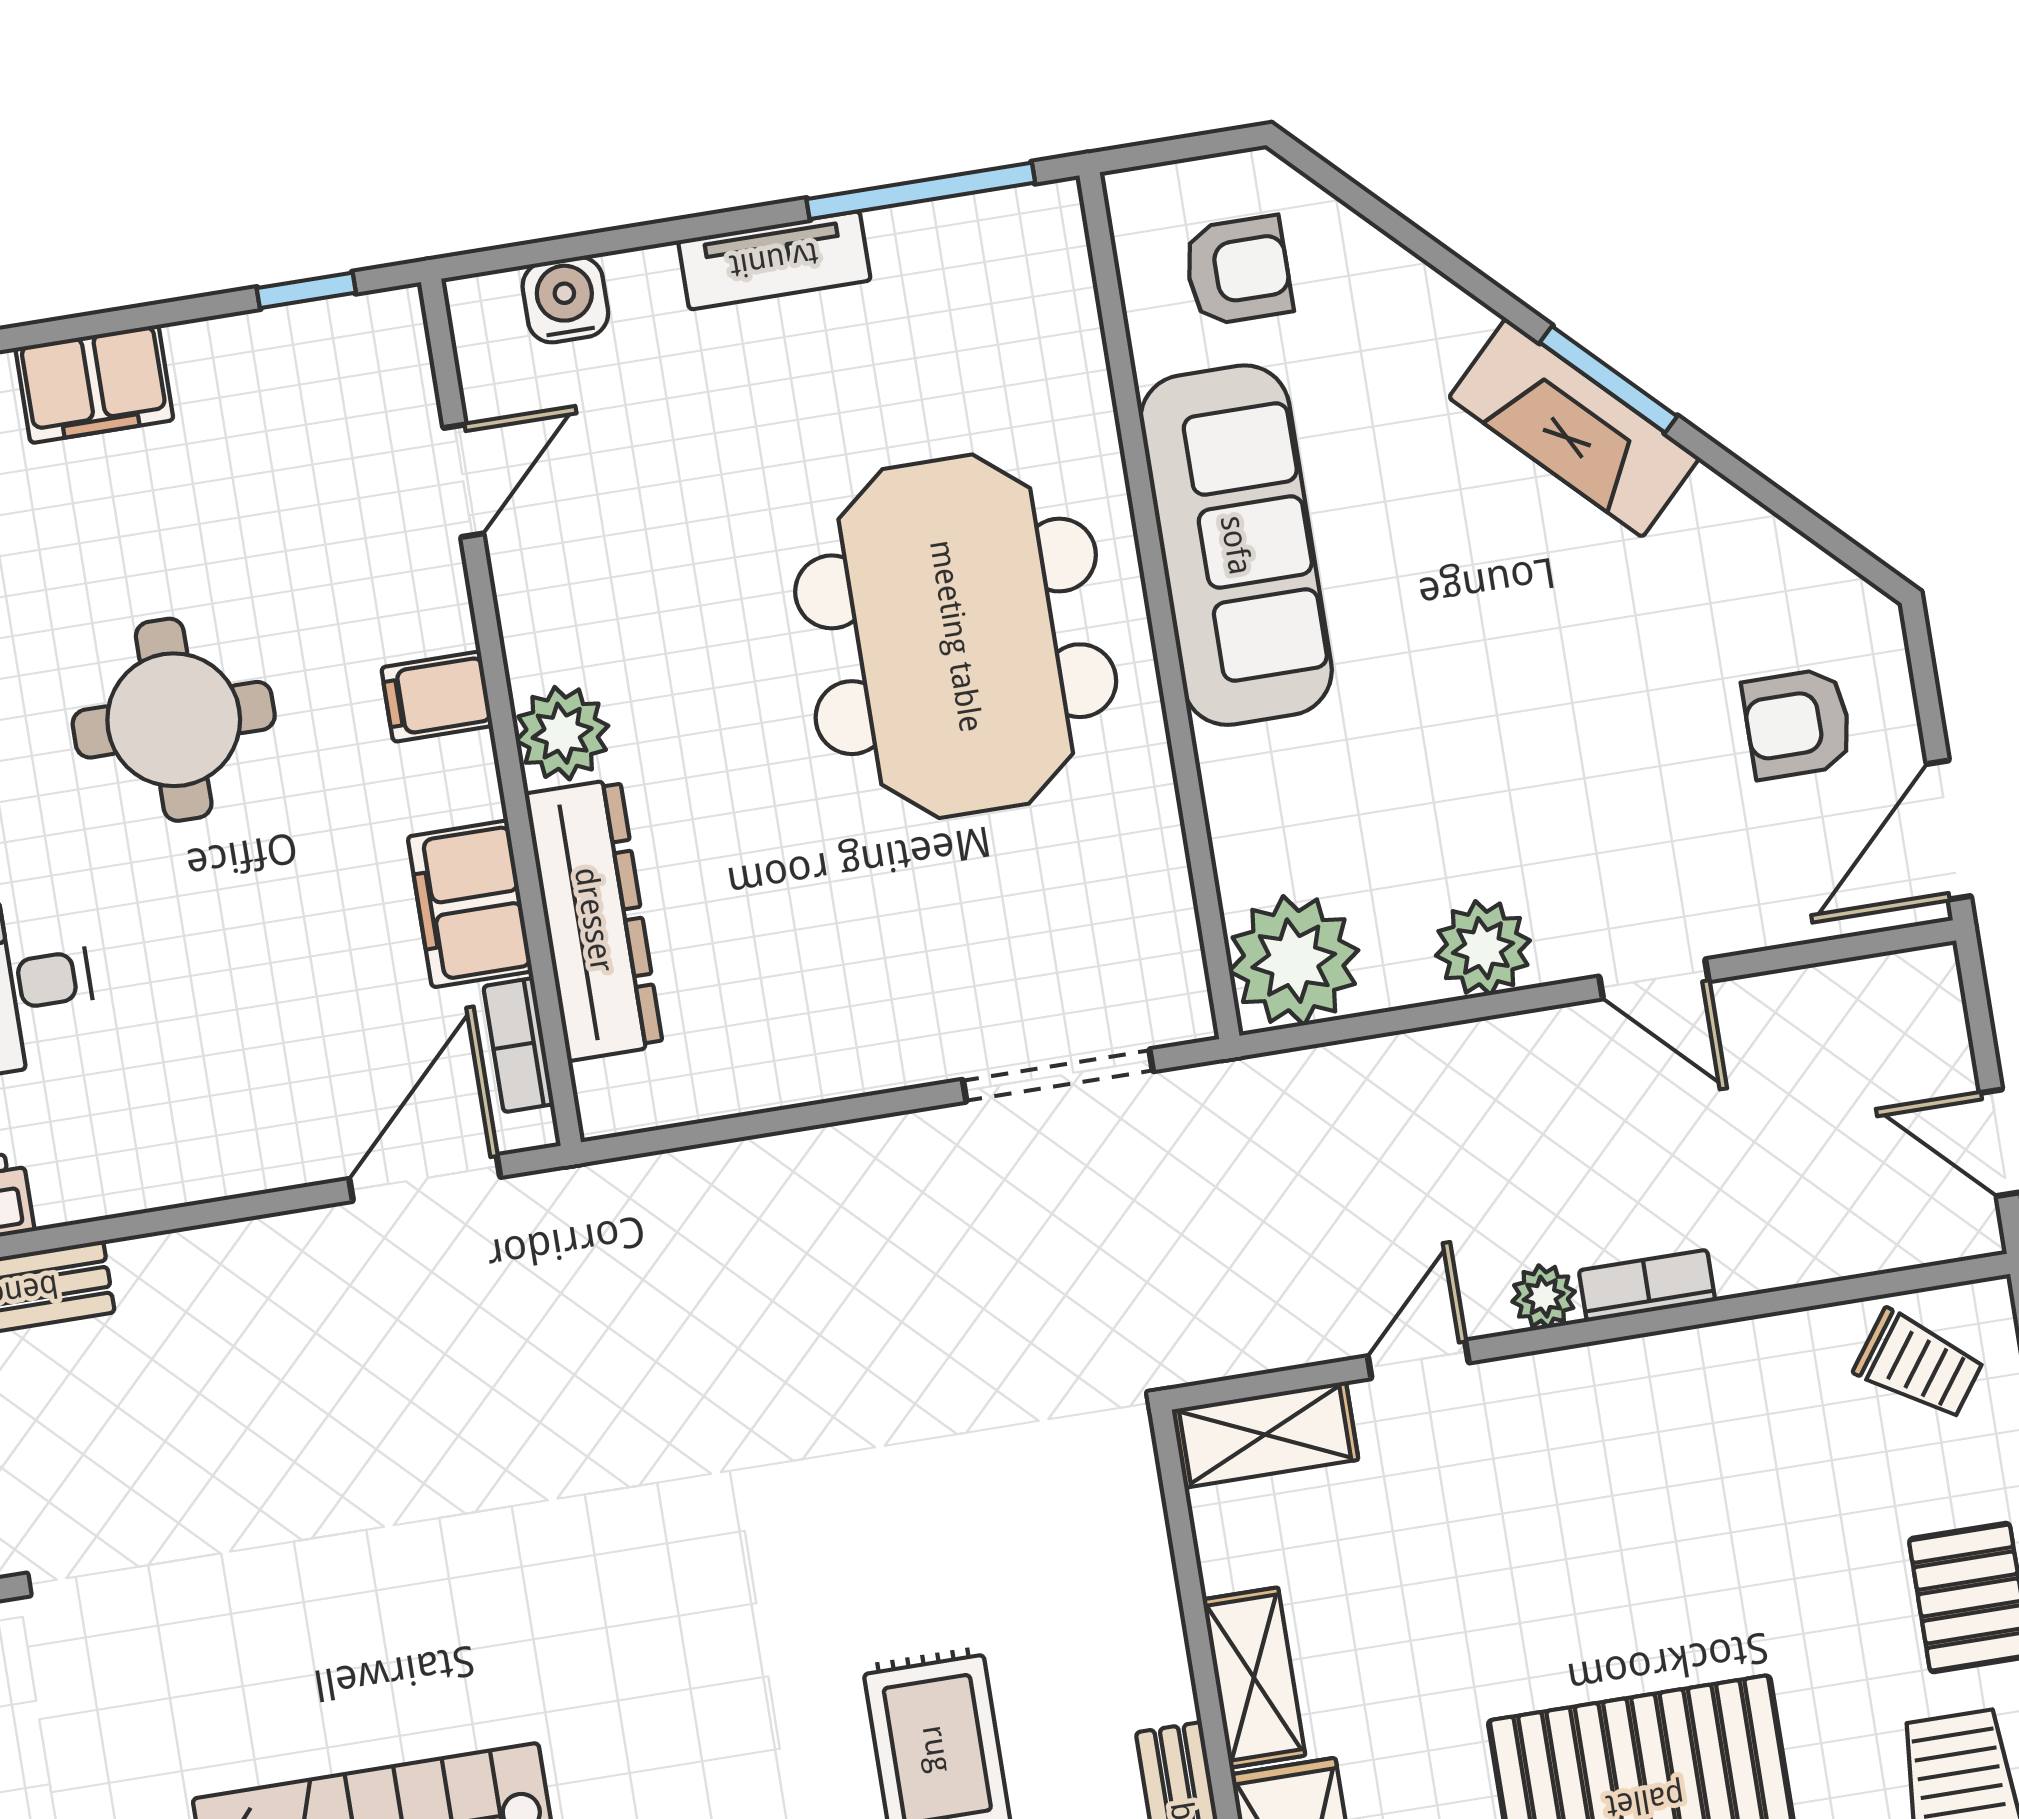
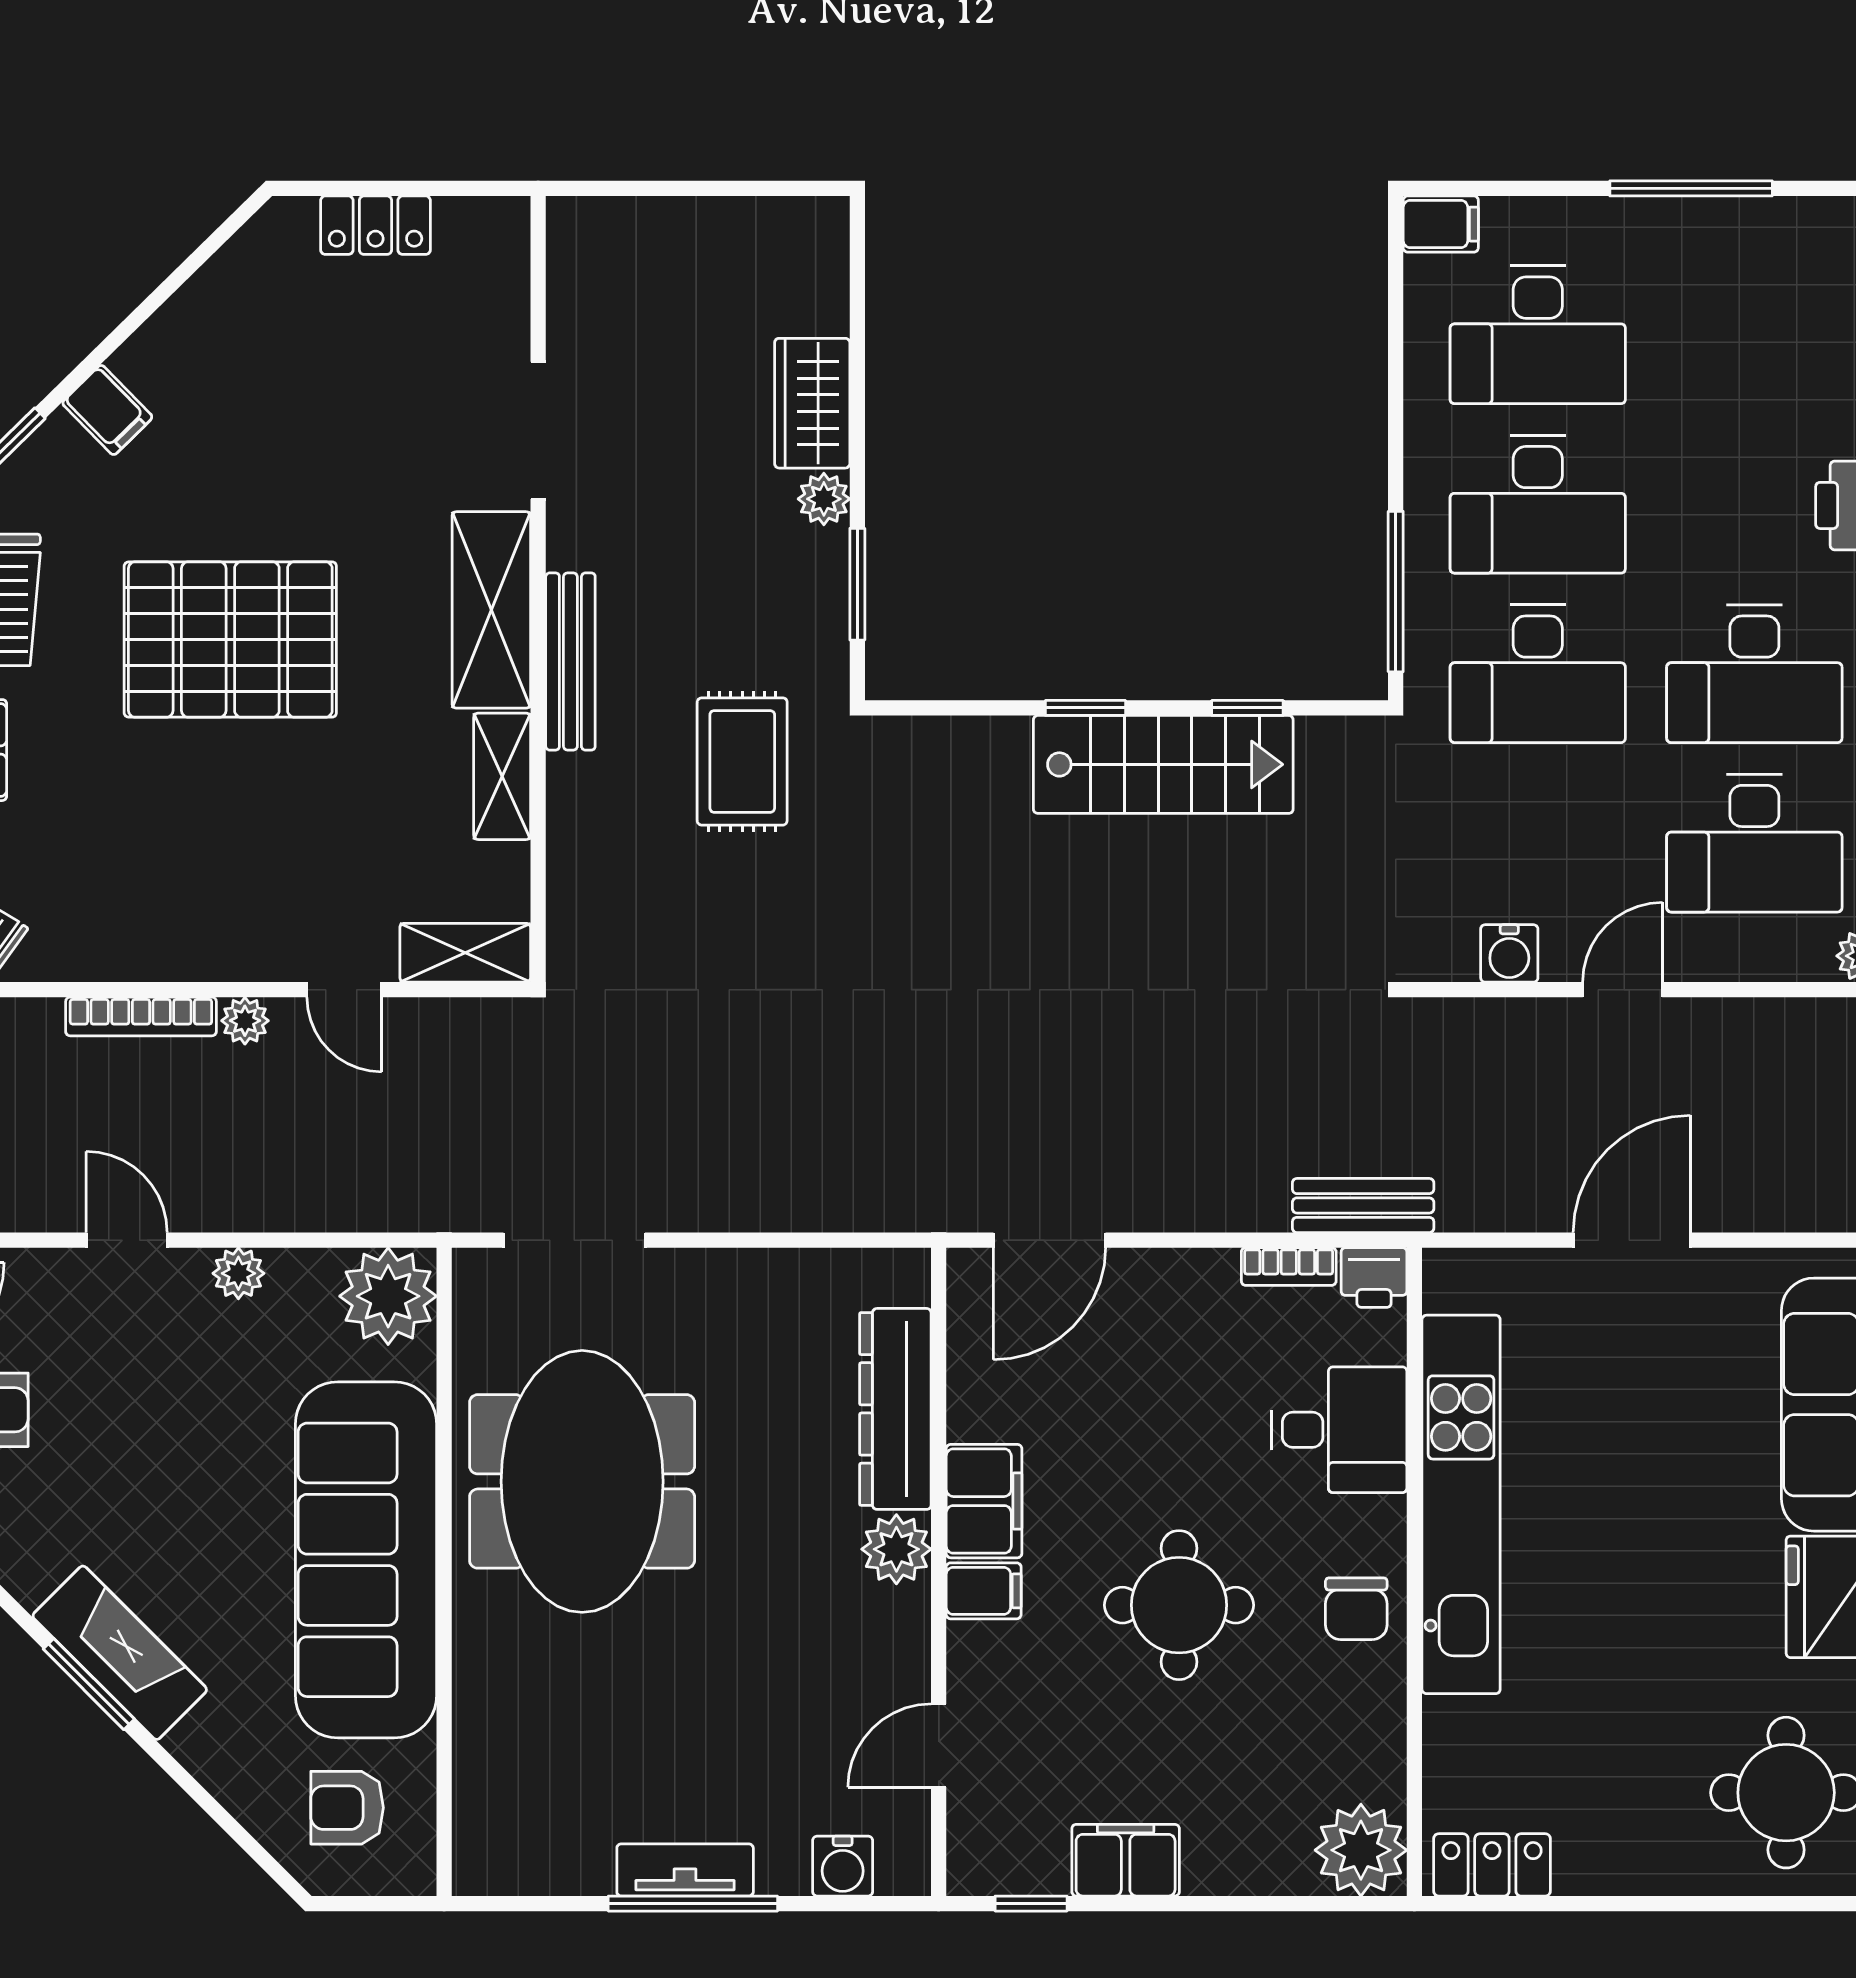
window: (921, 191) -> (693, 1904), moved
filing cabinet: (94, 384) -> (1126, 1860), moved
sofa: (1236, 545) -> (366, 1560), width x1.36, depth x1.27
meeting table: (956, 636) -> (582, 1481), moved
filing cabinet: (470, 904) -> (984, 1501), moved
plant: (1483, 948) -> (238, 1273), width x0.73, depth x0.73
bookcase: (519, 1045) -> (1289, 1266), moved, turned 90
bookcase: (1647, 1286) -> (141, 1016), width x1.56
door: (1418, 1359) -> (344, 990), hinge flipped

